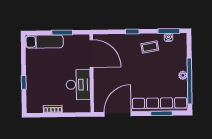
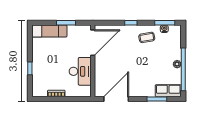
door: (91, 53) -> (93, 43), hinge flipped
row of seats: (160, 105) -> (168, 91), width x0.50

